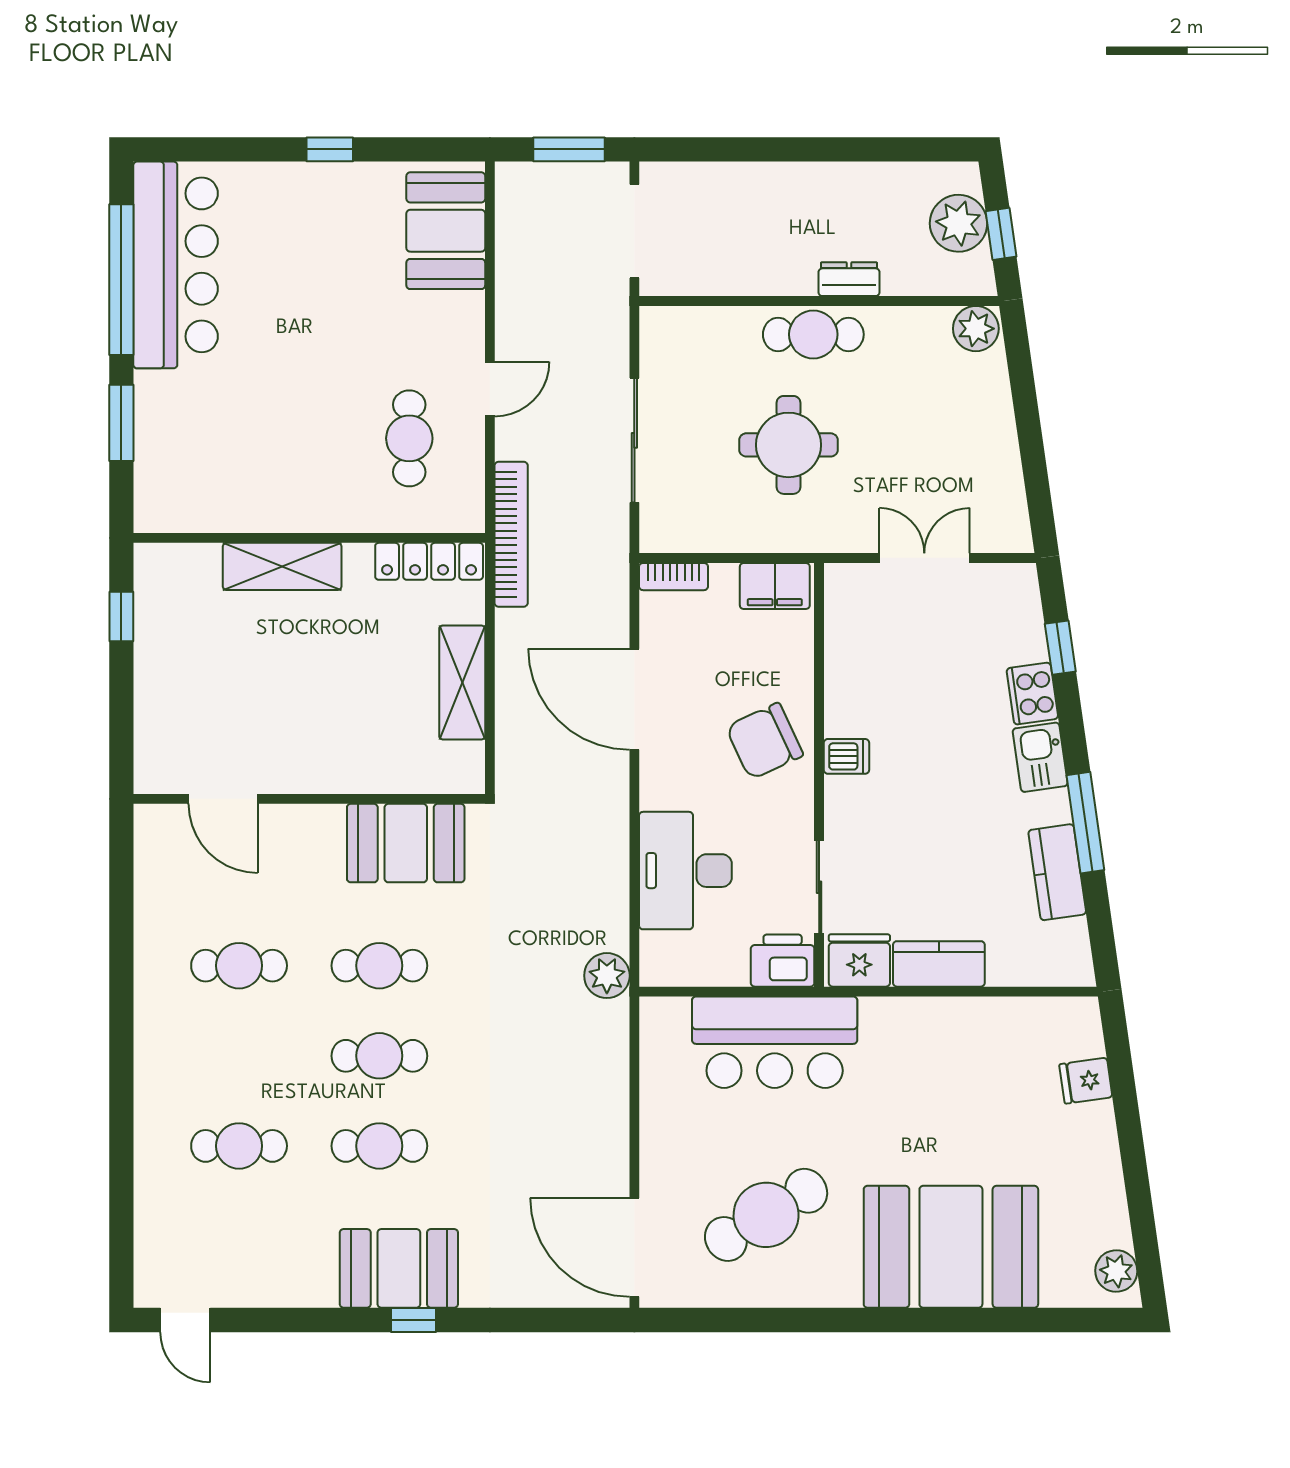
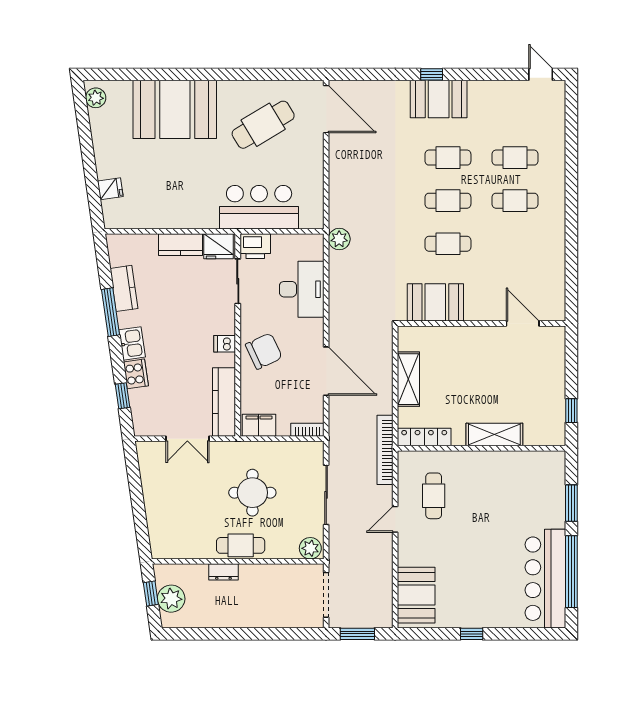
plant: (976, 329) -> (310, 548), moved
kitchen counter: (848, 635) -> (224, 402), added
cafe table: (239, 966) -> (515, 201), moved

